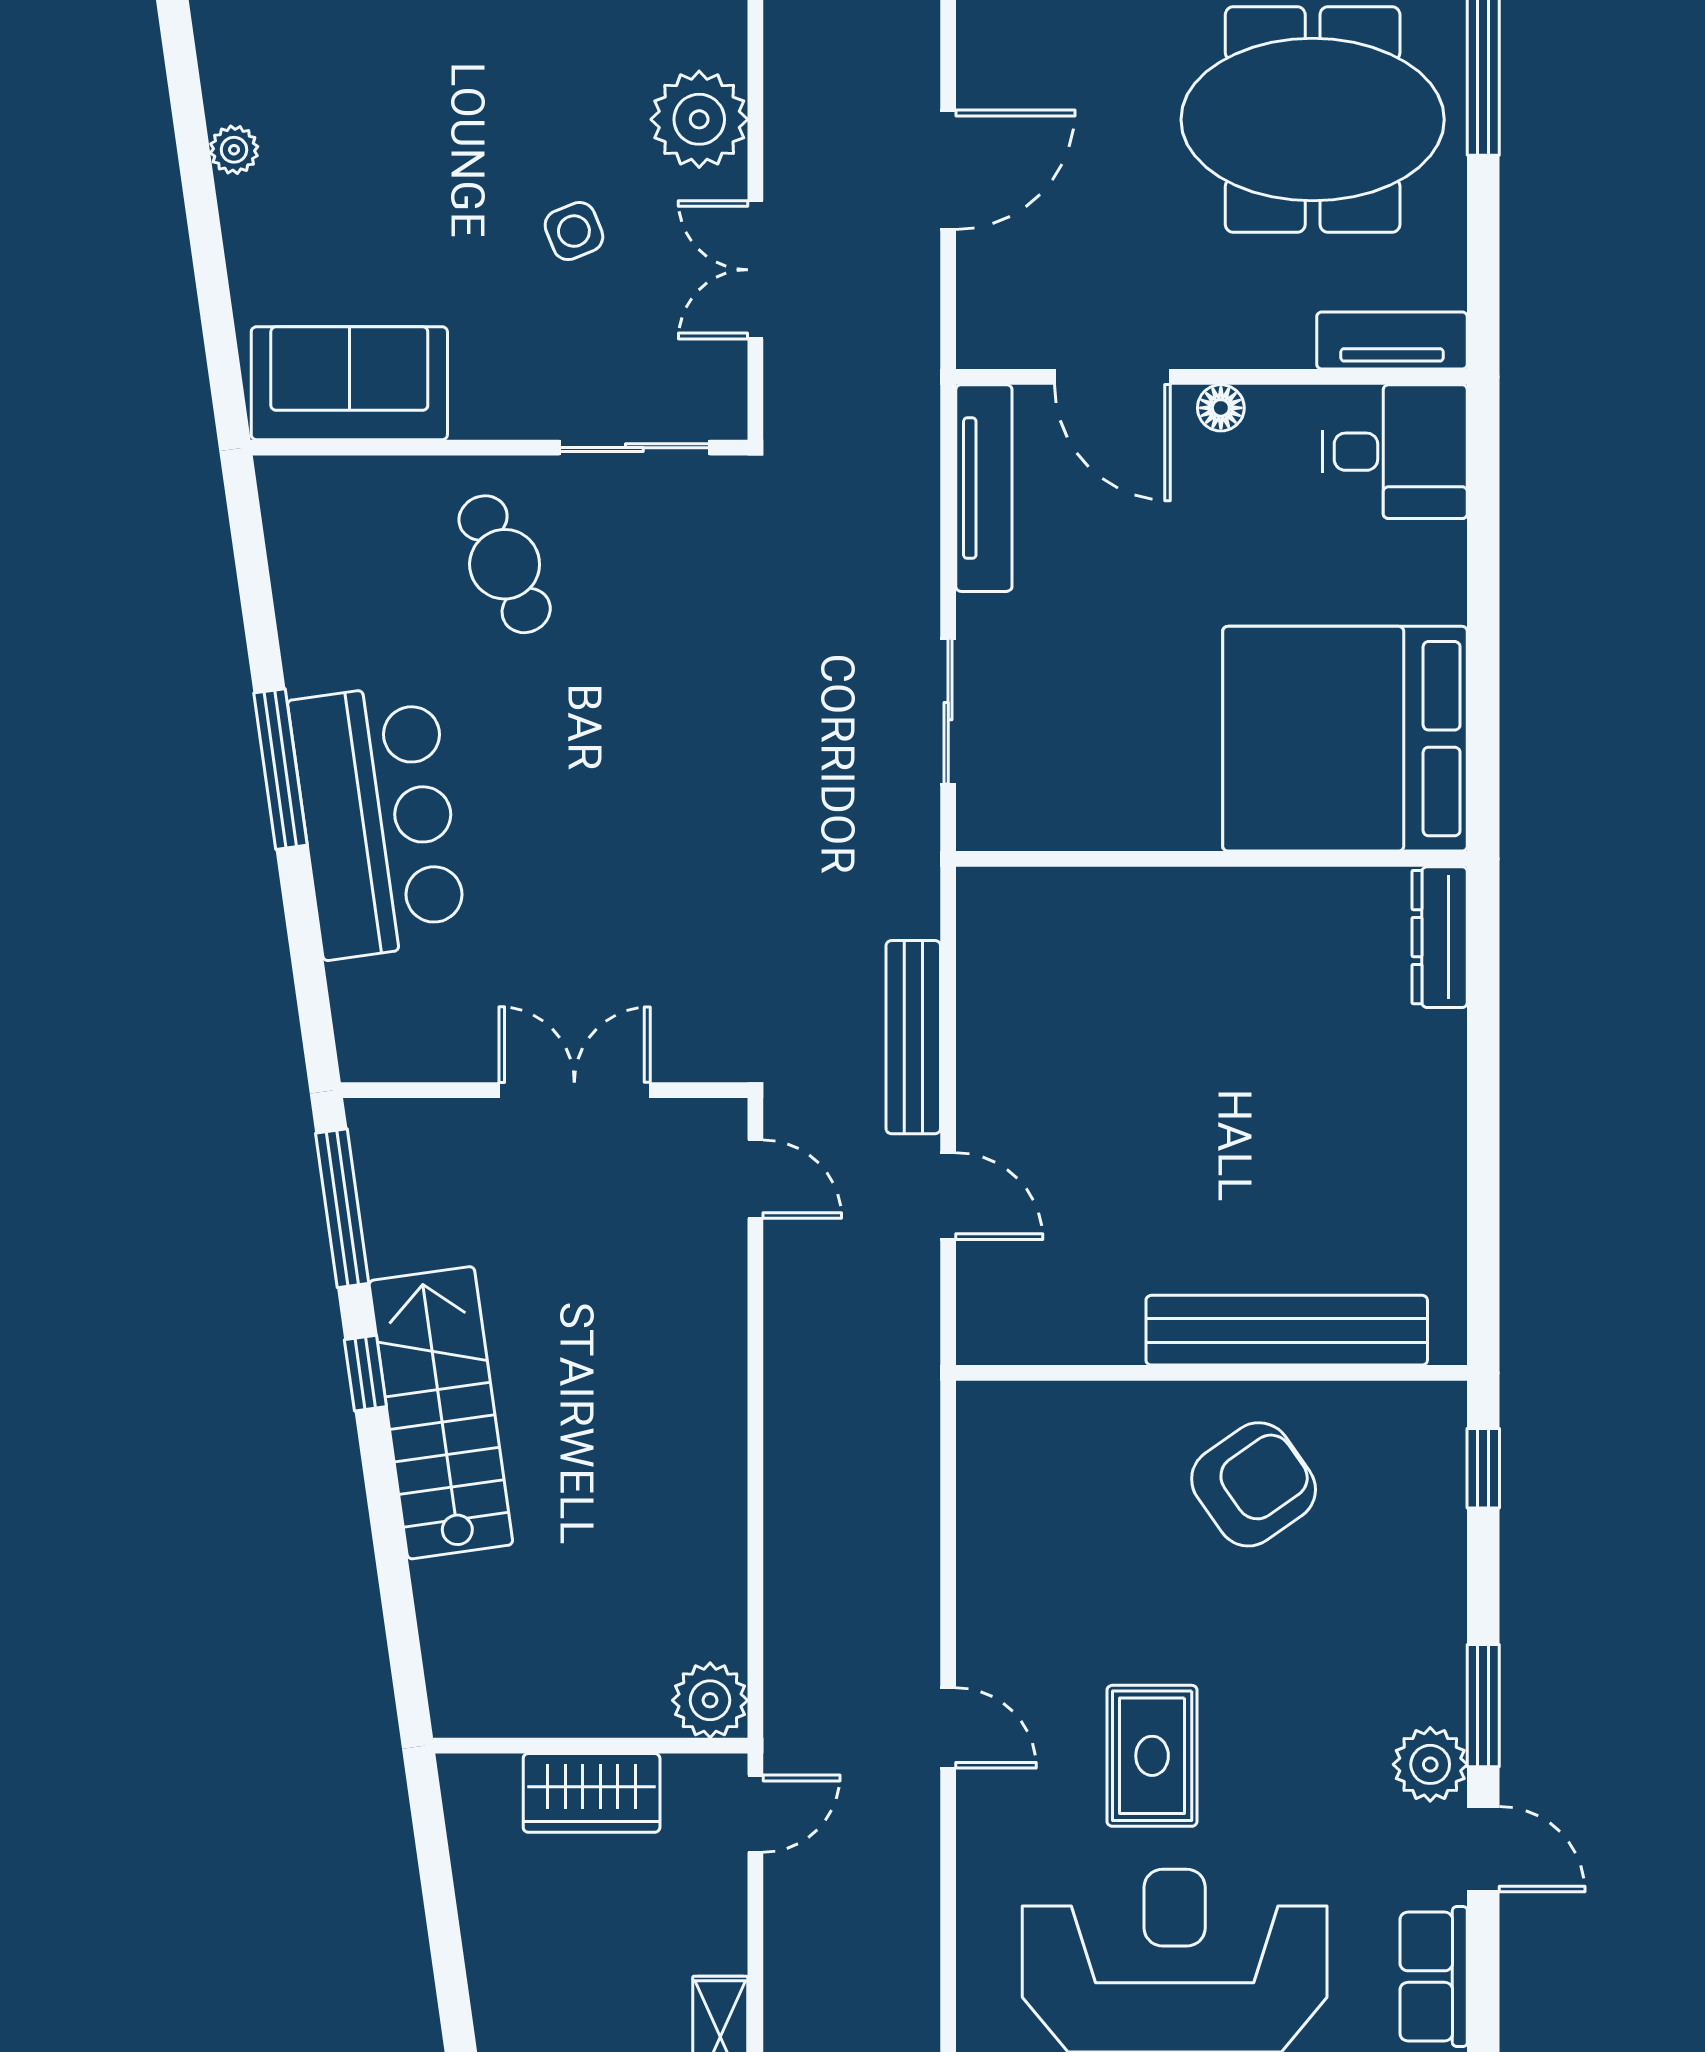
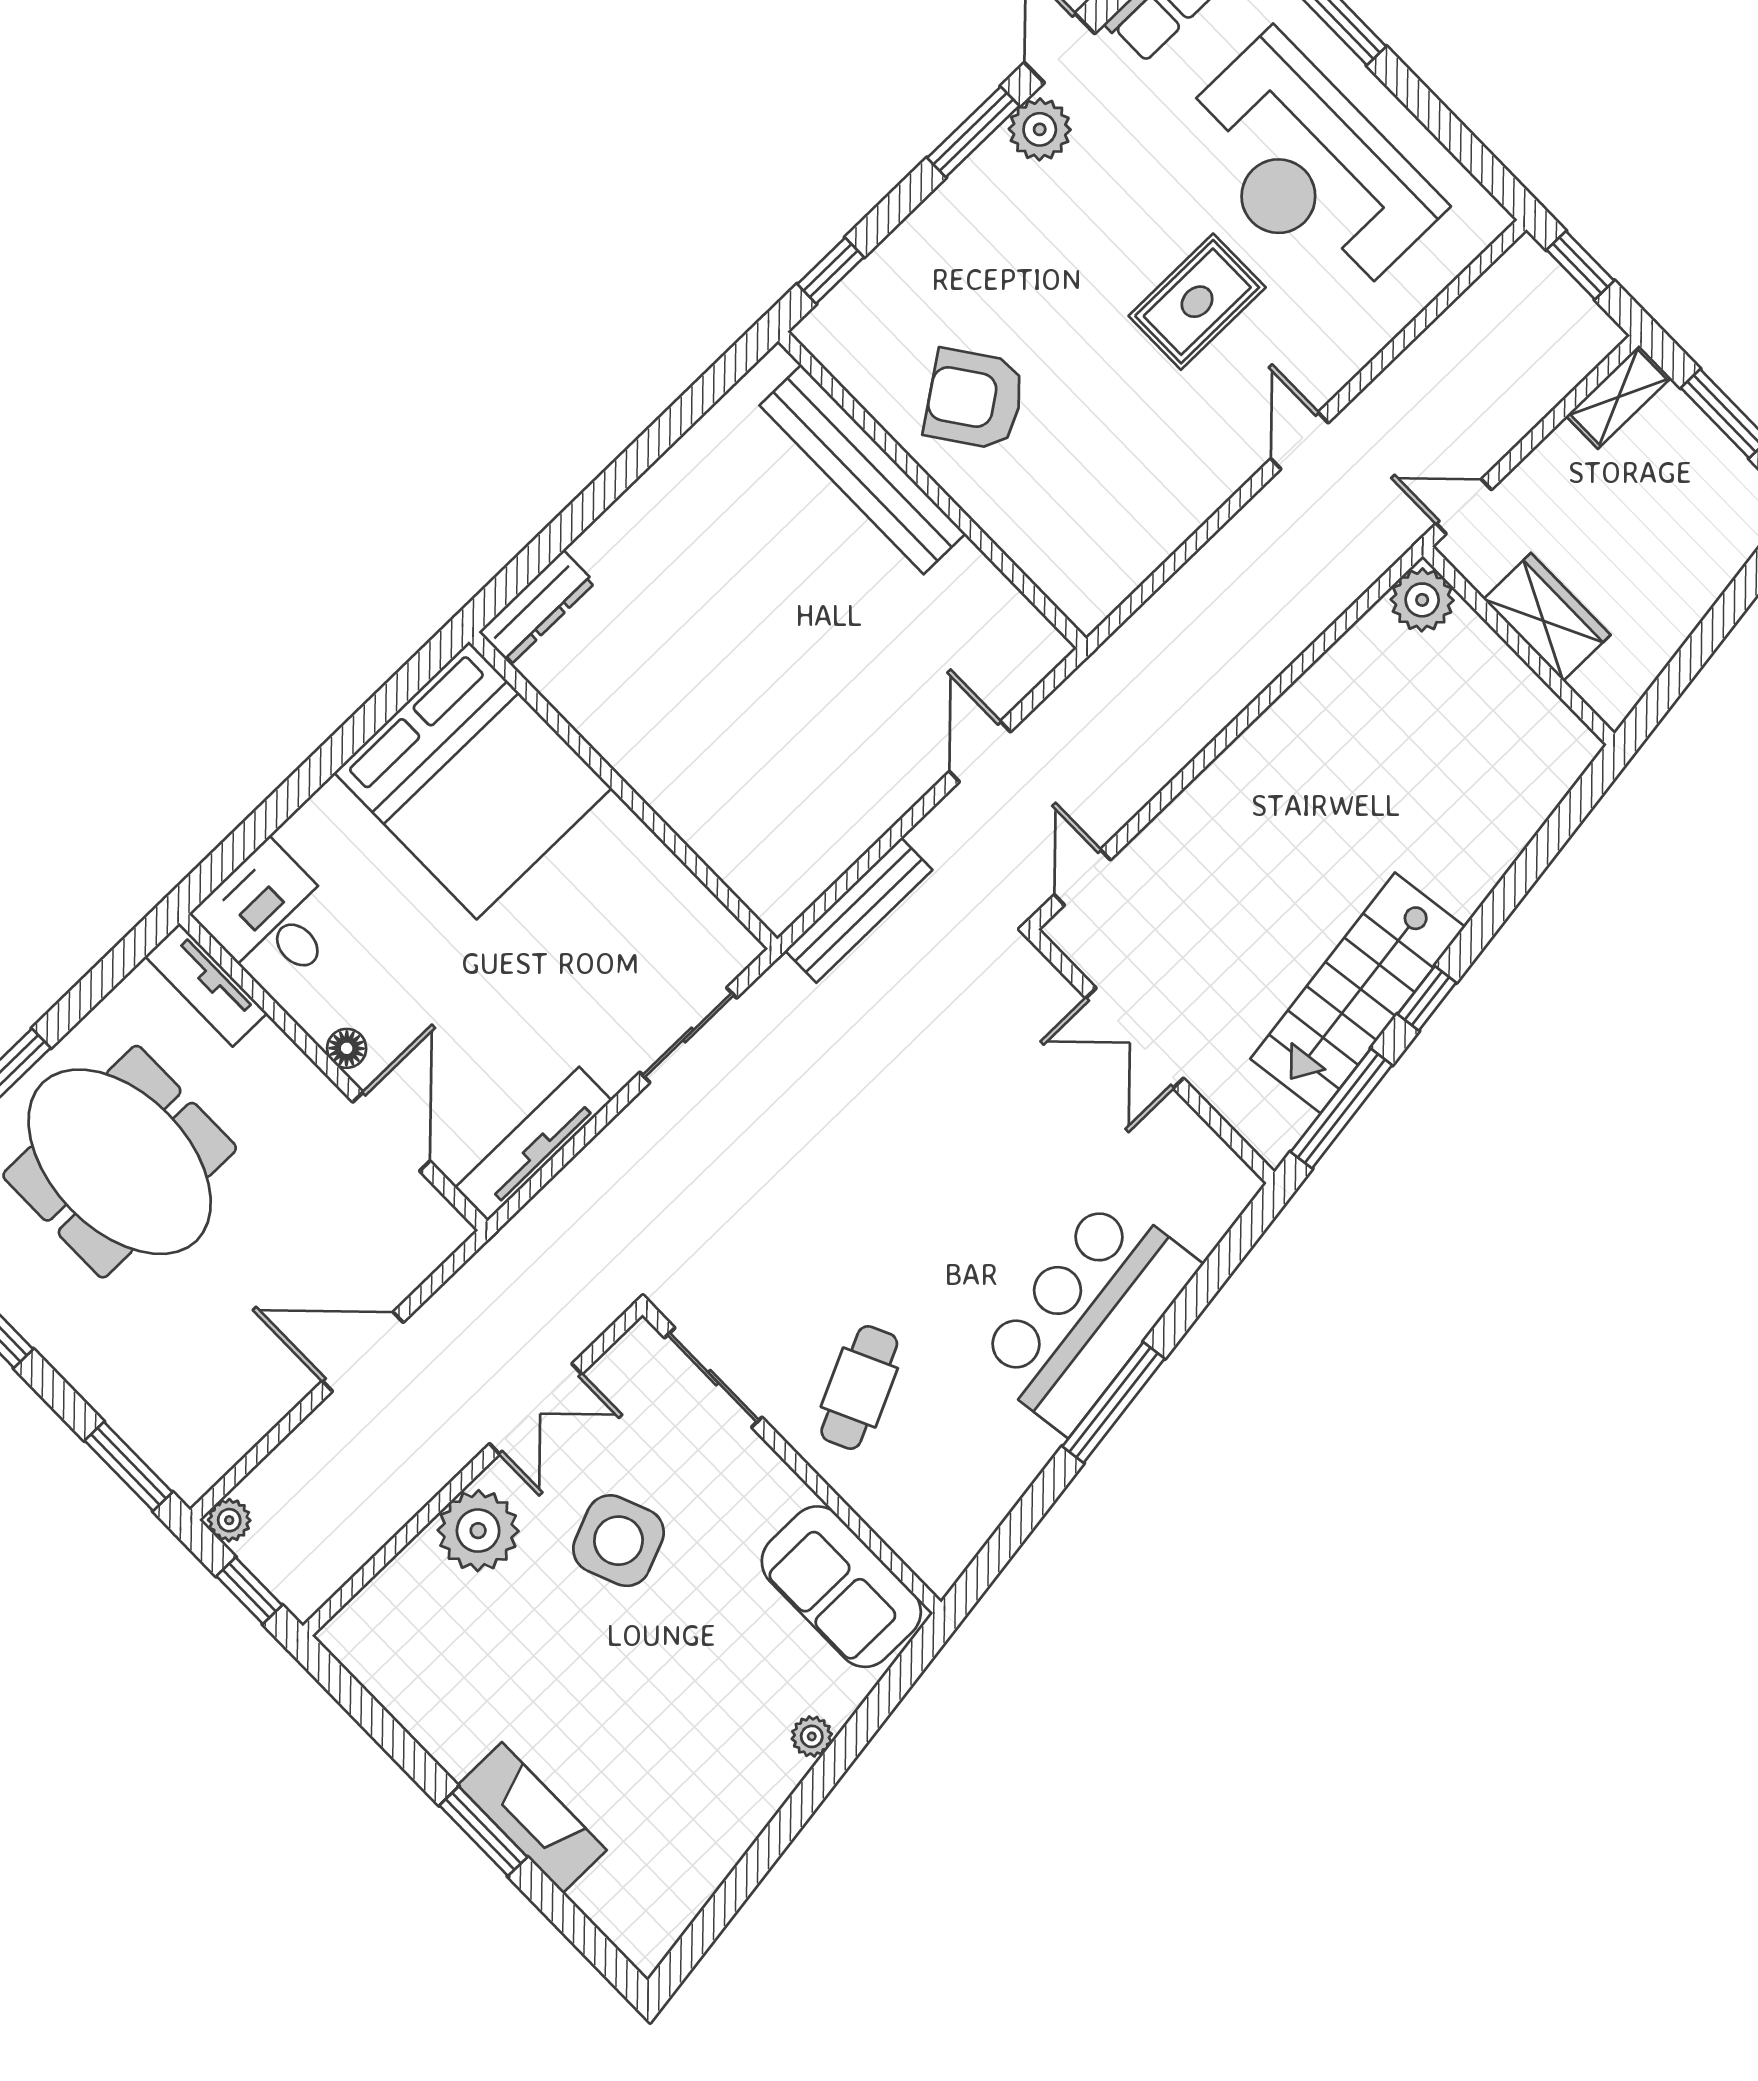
plant: (234, 150) -> (812, 1736), moved
side table: (574, 231) -> (618, 1541), width x1.87, depth x1.87
bench: (913, 1037) -> (859, 910), moved
stairs: (441, 1413) -> (1358, 993), moved

